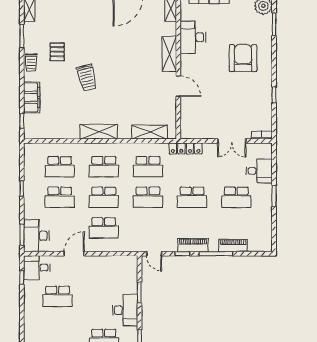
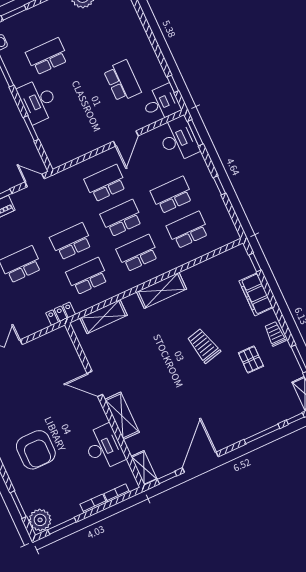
locker: (186, 148) -> (61, 314), width x0.66
school desk: (58, 296) -> (122, 81), turned 90

